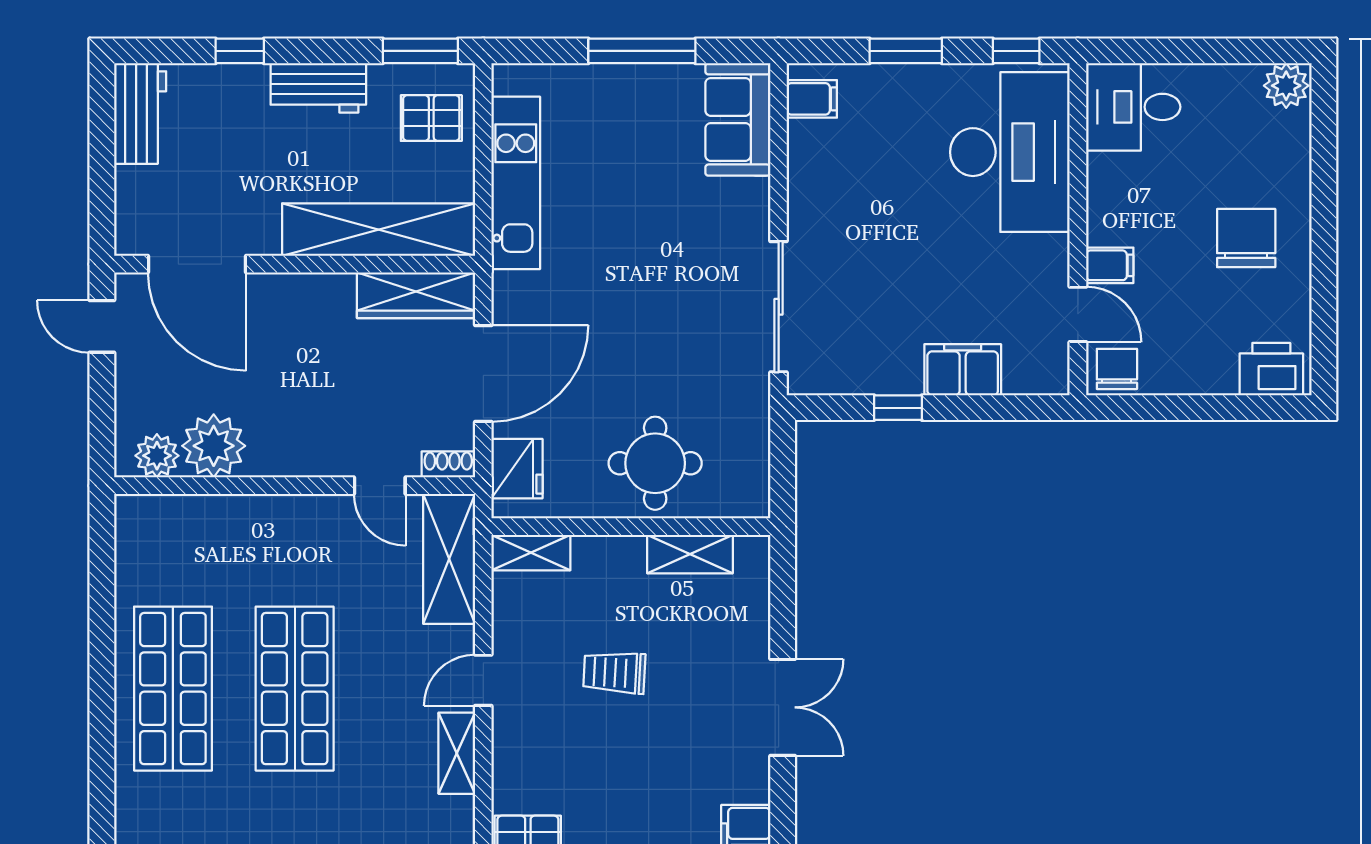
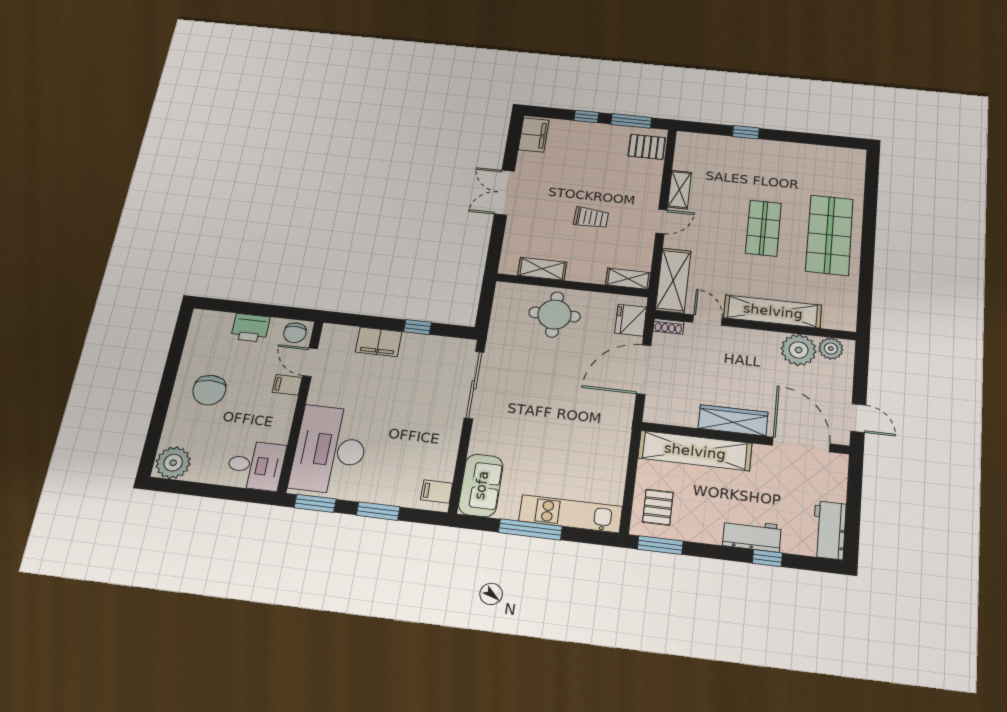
window: (1016, 51) -> (315, 503), width x1.50
plant: (1286, 86) -> (173, 463), width x1.36, depth x1.36
workbench: (318, 88) -> (752, 535), moved
pallet: (431, 118) -> (658, 507), turned 90
kitchen unit: (516, 183) -> (571, 514), moved, turned 90
wardrobe: (416, 295) -> (733, 420), moved
printer: (1271, 369) -> (250, 328), moved
shelving: (265, 517) -> (773, 311), added
shop shelf: (295, 689) -> (763, 228), width x0.70, depth x0.74

